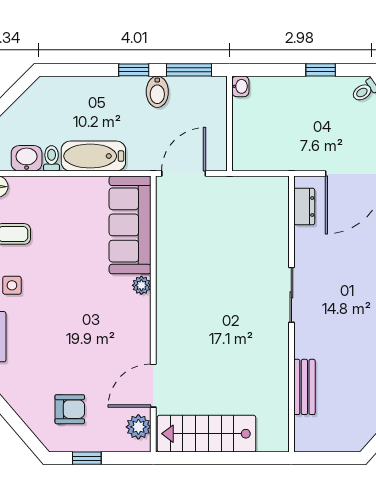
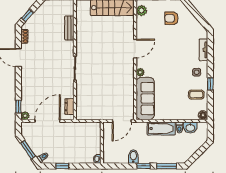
window: (189, 70) -> (167, 166), moved
door: (153, 386) -> (135, 49), moved

